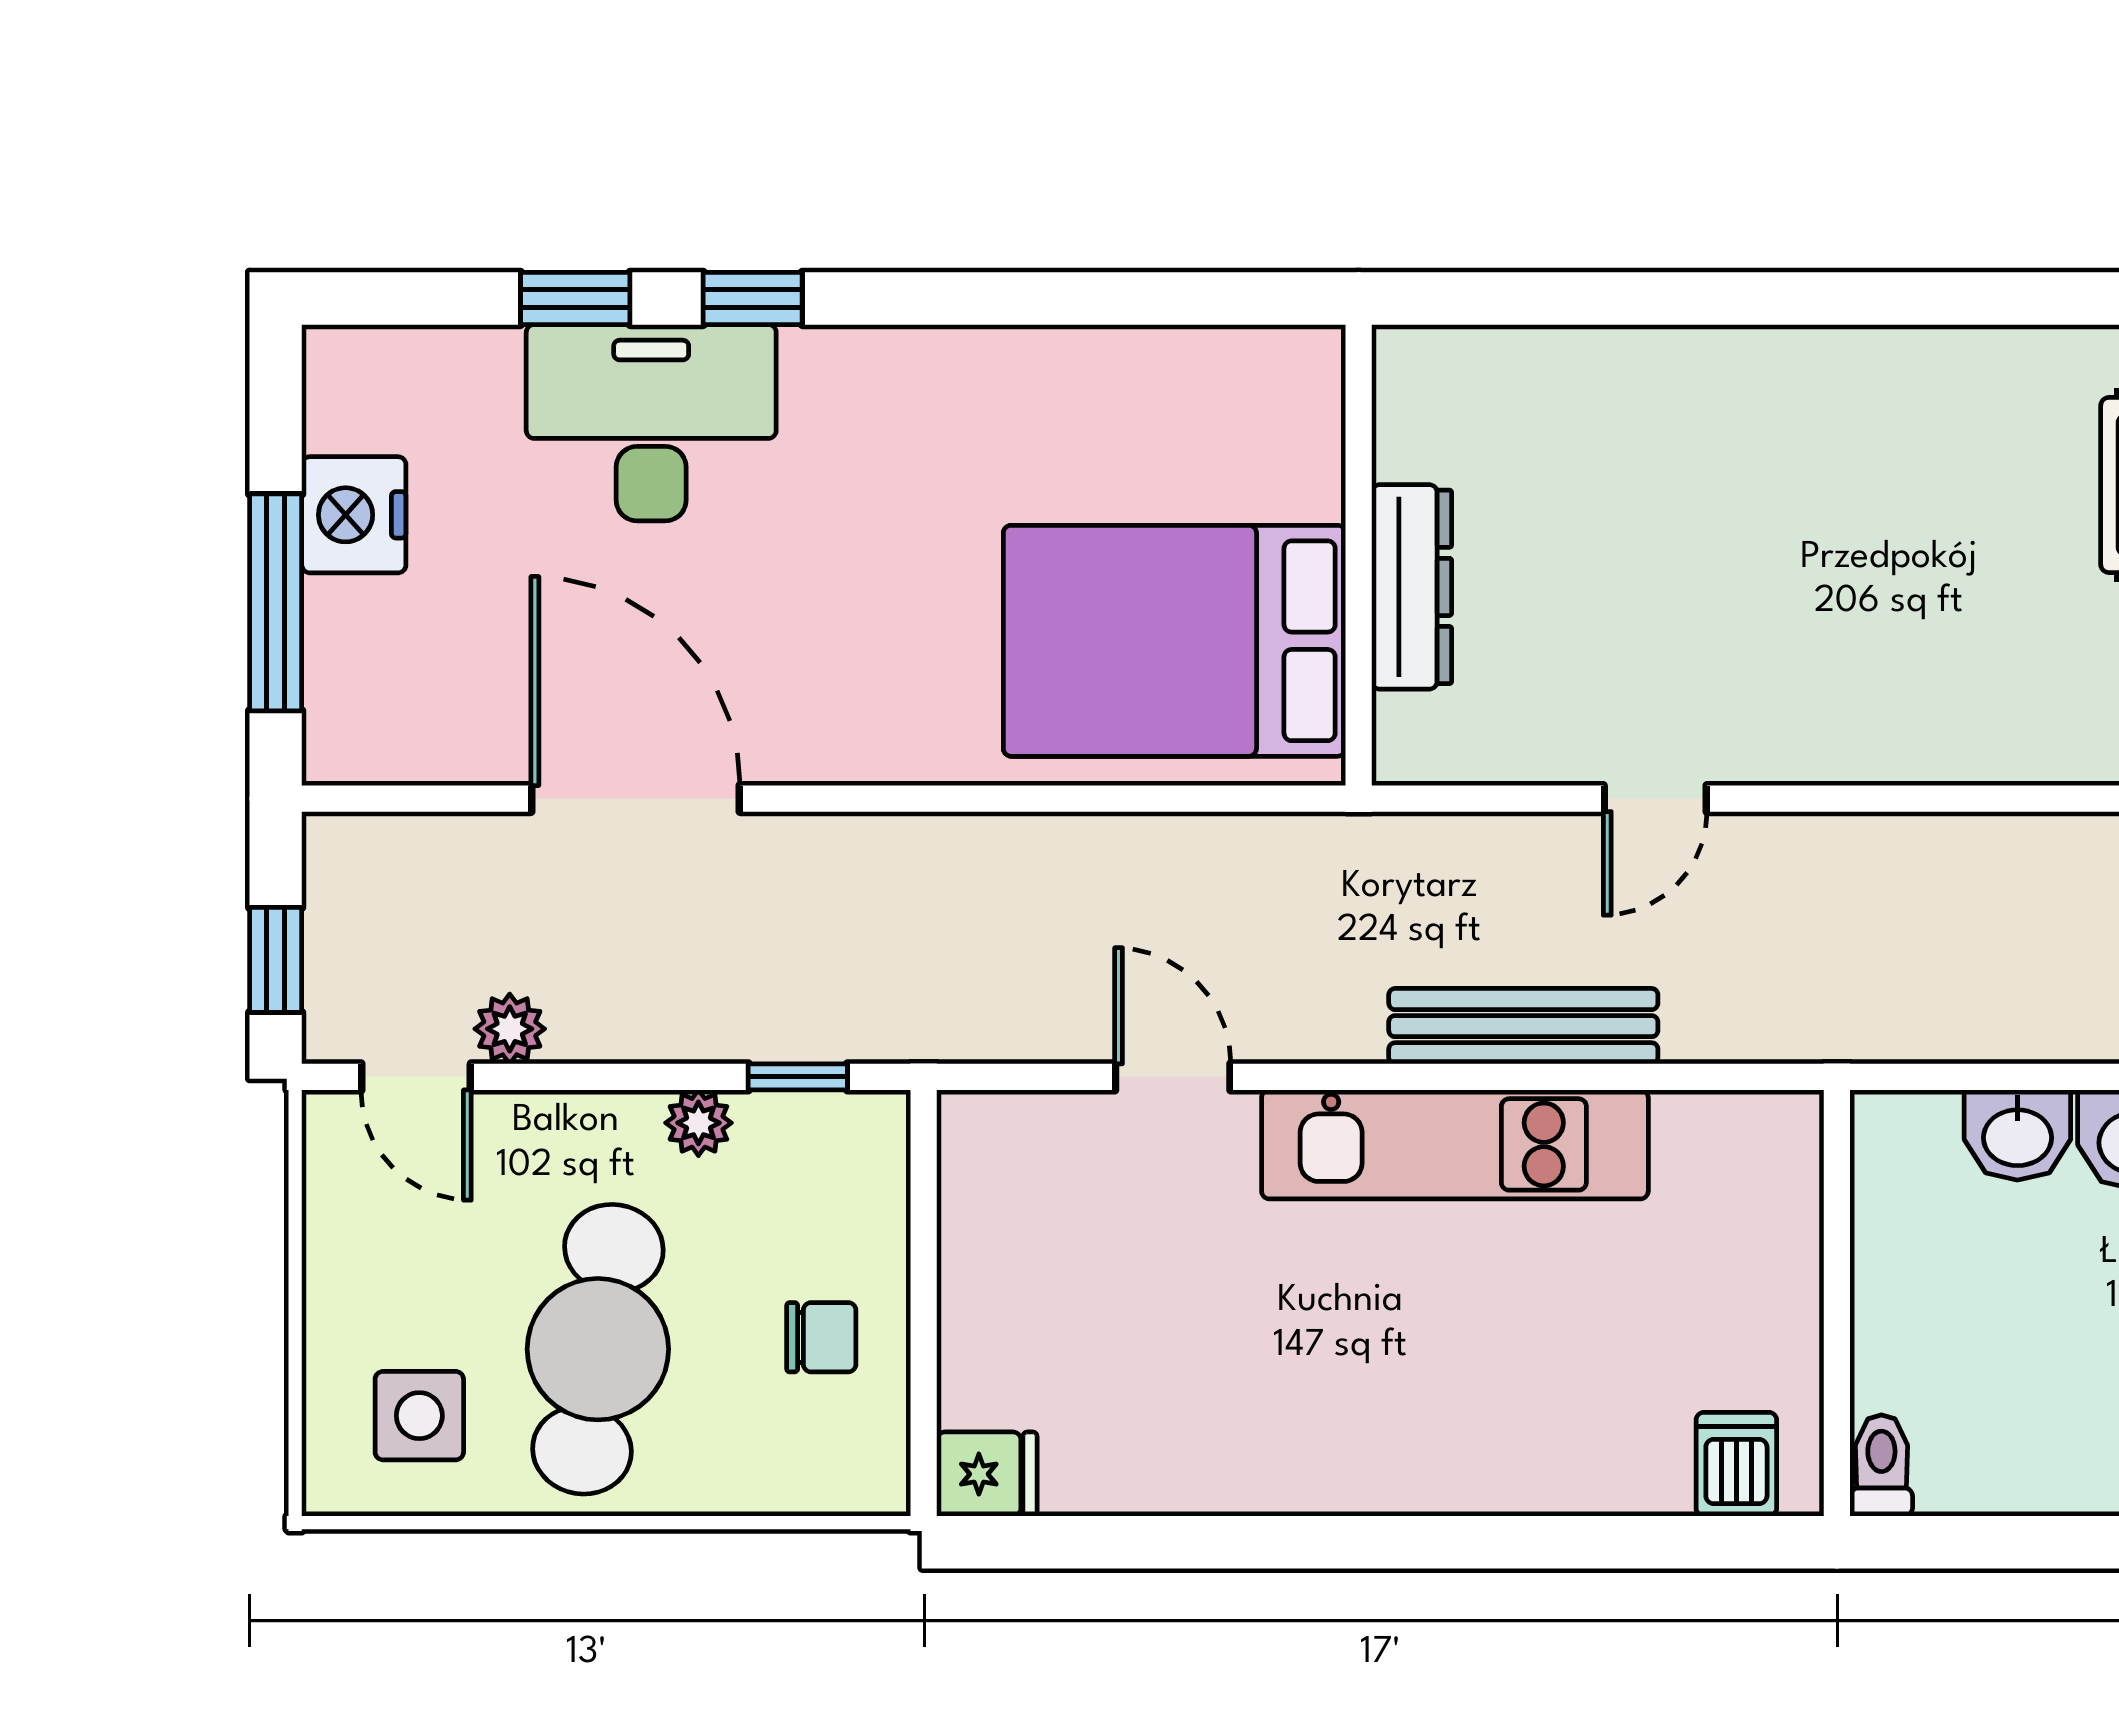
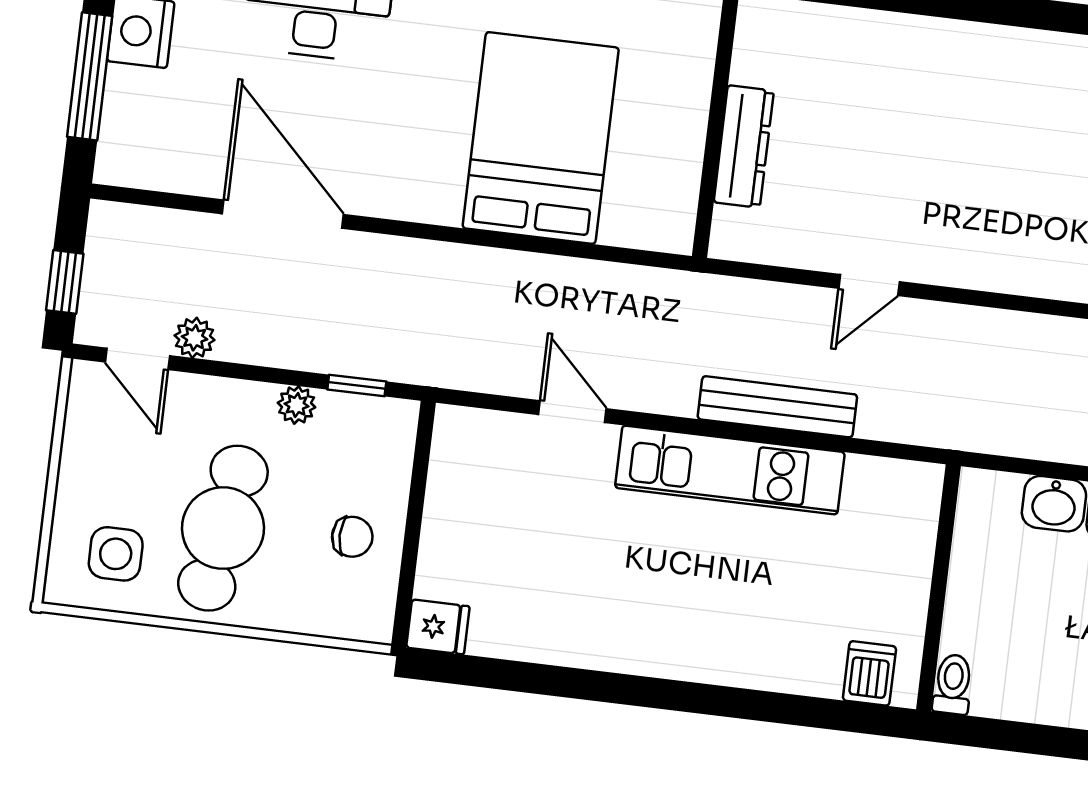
bed: (1174, 641) -> (541, 138), moved, turned 90

